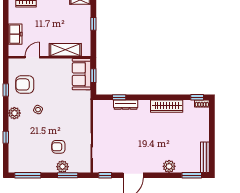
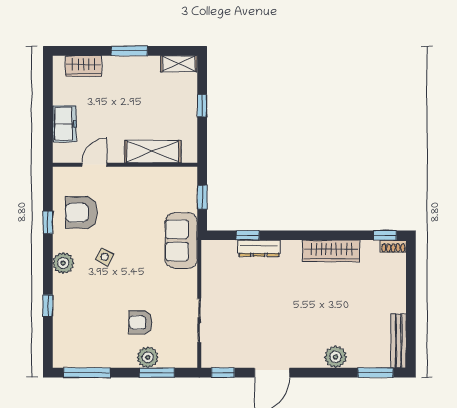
sofa: (82, 74) -> (181, 240), moved

